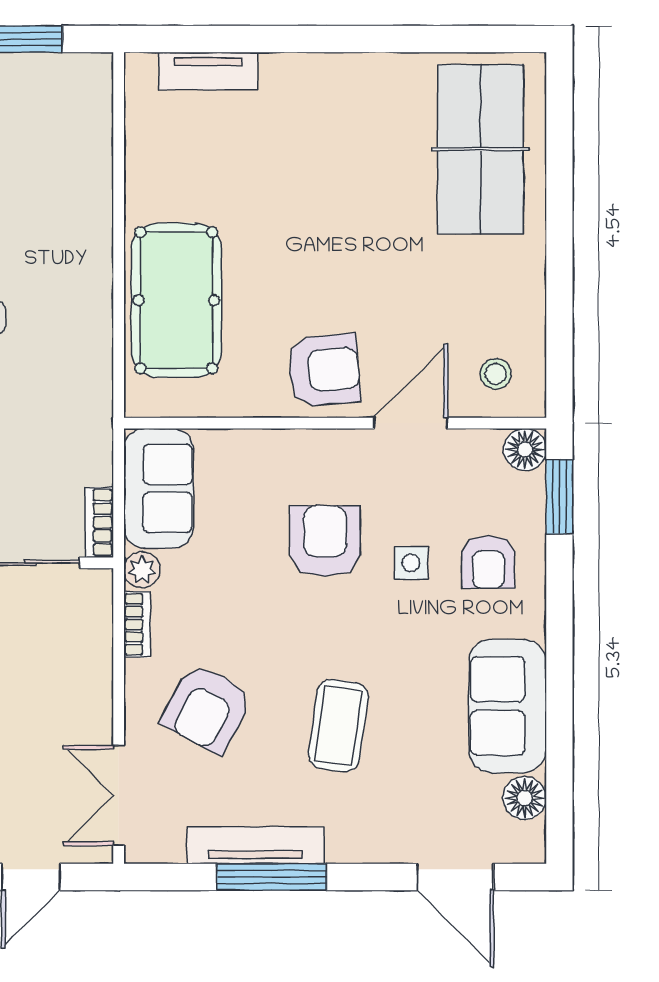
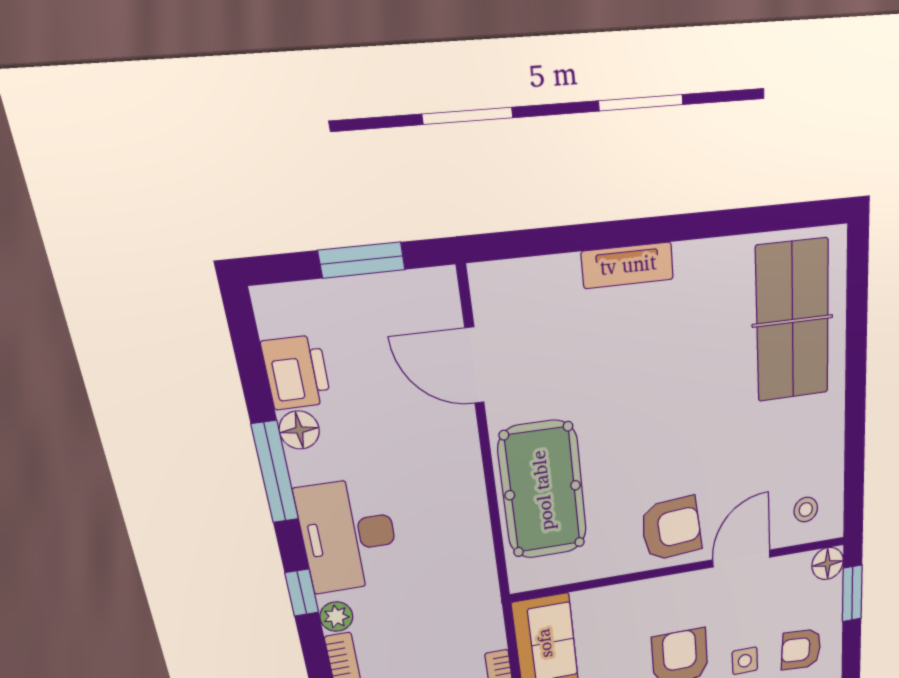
tv unit: (208, 71) -> (628, 265), moved
door: (119, 154) -> (474, 365), added
armchair: (488, 562) -> (801, 649), turned 94

